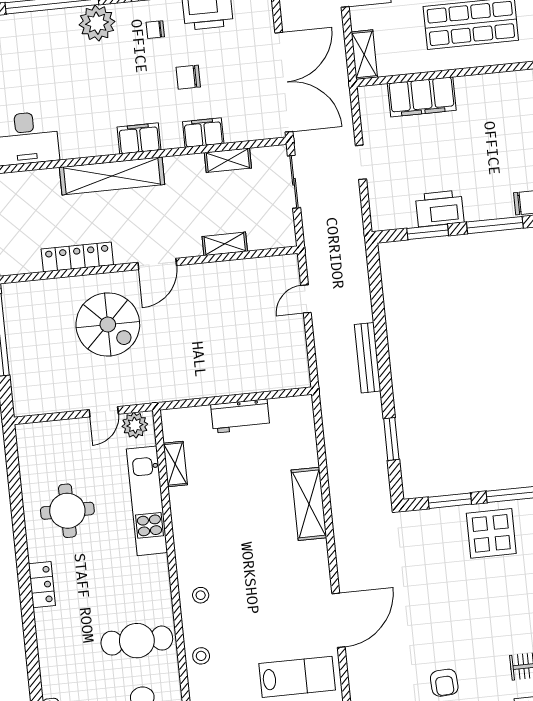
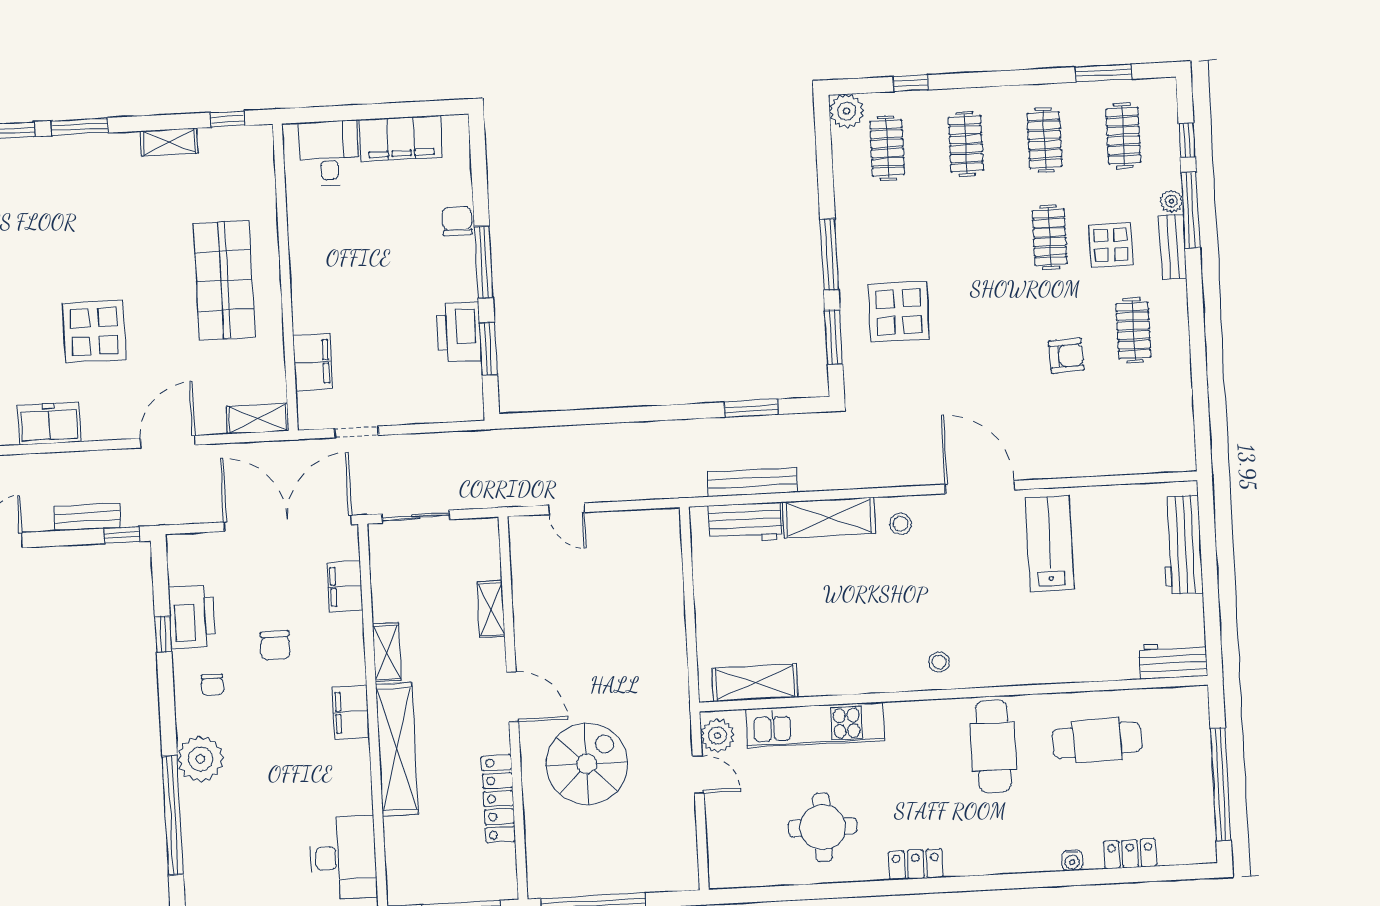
filing cabinet: (422, 97) -> (313, 362), width x0.67, depth x0.86
filing cabinet: (203, 133) -> (345, 586), moved
shelving: (228, 160) -> (387, 652), moved
doorway: (361, 162) -> (356, 432), moved
bench: (368, 358) -> (752, 482), moved
workbench: (240, 416) -> (745, 523), moved, turned 90
shelving: (175, 464) -> (755, 683), width x1.50, depth x1.33
display table: (491, 533) -> (899, 312), moved
stool: (201, 656) -> (900, 524), moved

